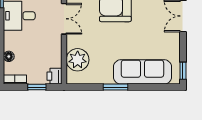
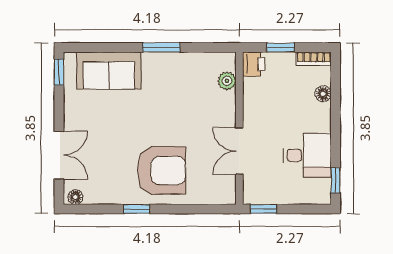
plant: (78, 60) -> (227, 81), width x0.53, depth x0.53
sofa: (142, 72) -> (109, 70), width x0.73

